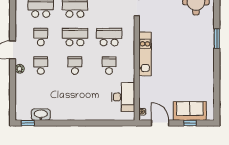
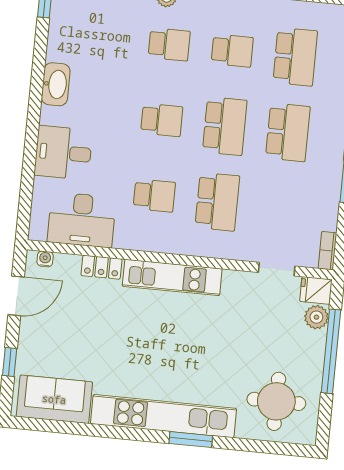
kitchen unit: (208, 52) -> (163, 416), added
locker: (144, 86) -> (101, 267), added
desk: (94, 108) -> (63, 153), added
sofa: (190, 111) -> (54, 399), moved, turned -90
washbasin: (41, 115) -> (56, 84), moved

